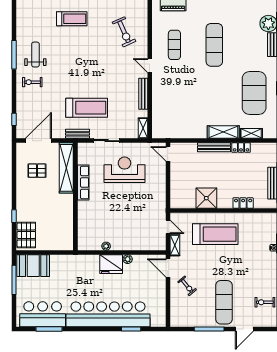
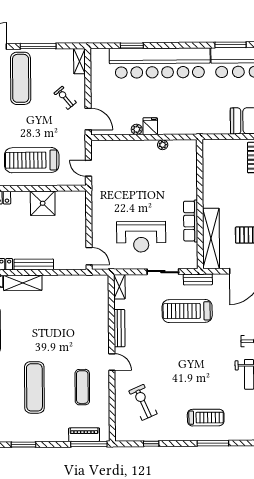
treadmill: (72, 19) -> (206, 418), turned 180
shelving: (175, 245) -> (79, 61), moved
fridge: (111, 264) -> (150, 126), width x0.53, depth x0.75

